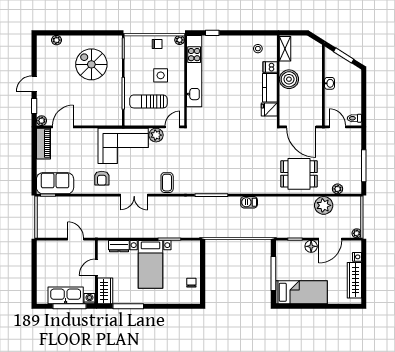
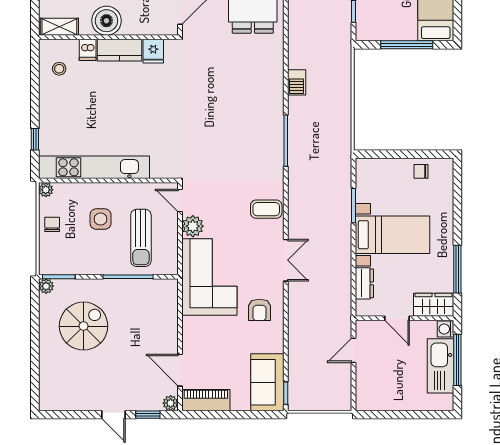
plant: (56, 40) -> (46, 286), moved
spiral stairs: (91, 64) -> (84, 326), turned 180
armchair: (102, 178) -> (259, 310), turned 90

